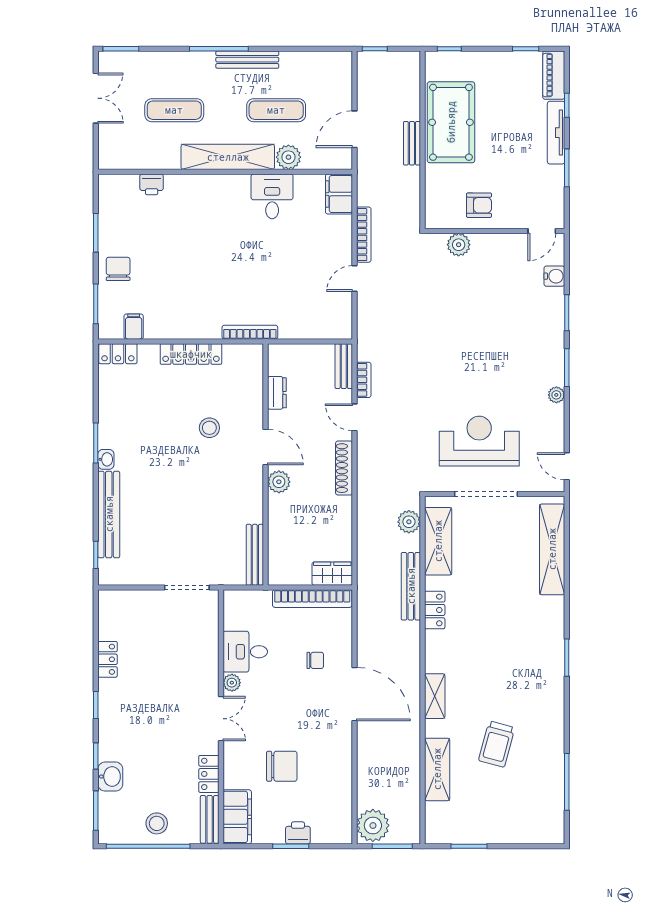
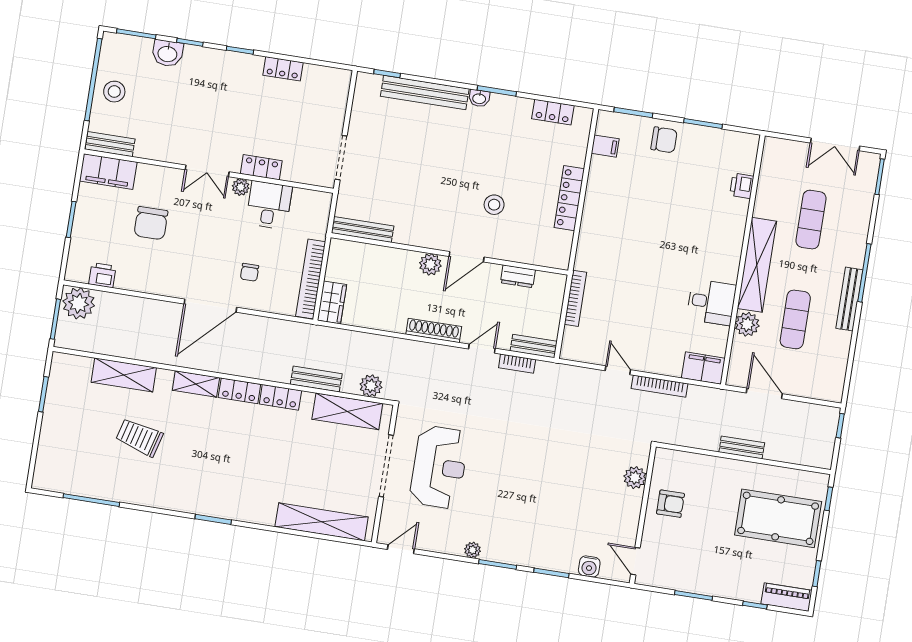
pool table: (451, 122) -> (778, 518), moved
tv unit: (556, 133) -> (730, 590), removed
armchair: (479, 205) -> (671, 504), turned -90
bookcase: (250, 332) -> (575, 298), moved
locker: (118, 354) -> (553, 112), moved, turned -90
bench: (411, 586) -> (316, 379), width x0.73
locker: (435, 652) -> (239, 391), added
locker: (209, 774) -> (261, 167), moved
printer: (298, 833) -> (102, 275), moved, turned -90

